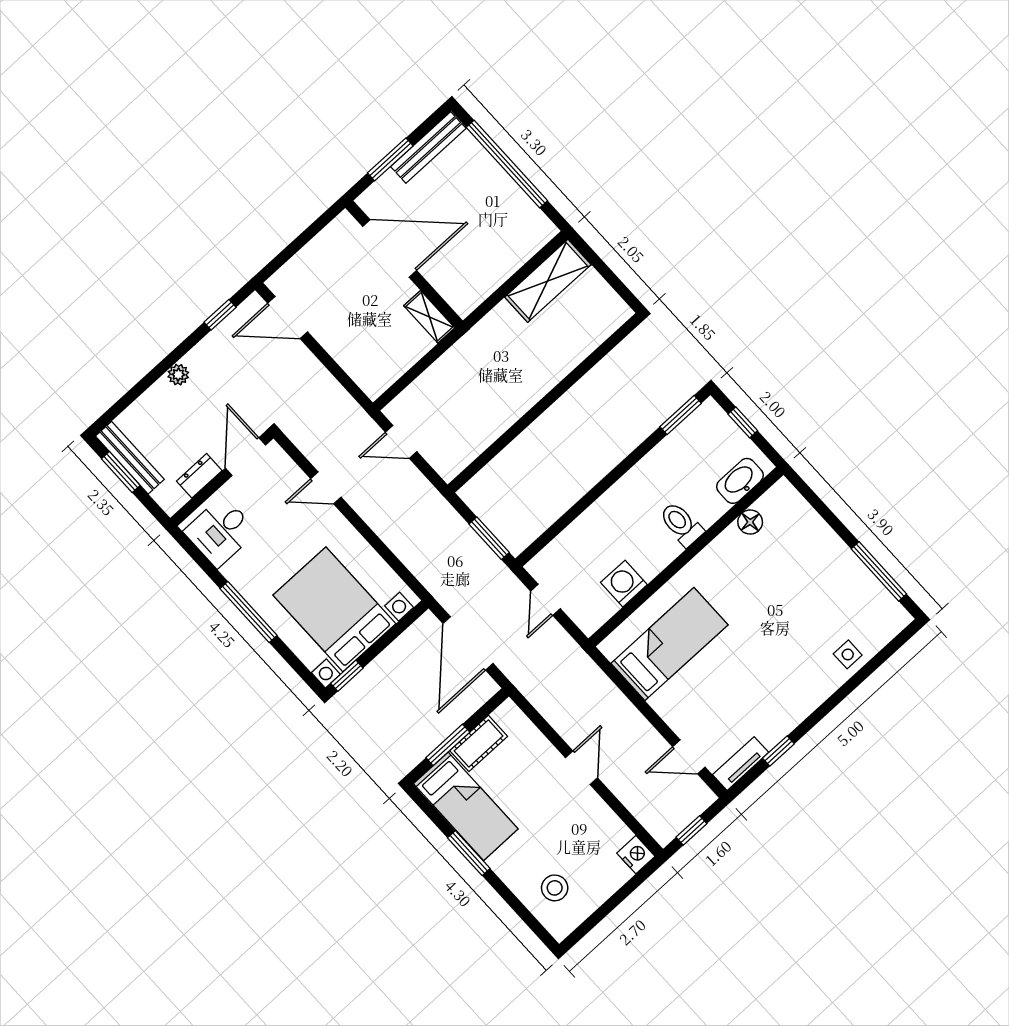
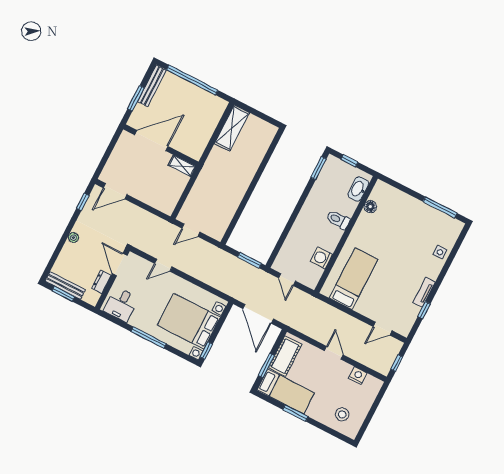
cot: (479, 743) -> (285, 356), width x1.37, depth x1.34
tv unit: (741, 764) -> (424, 292), moved
nightstand: (636, 855) -> (358, 376), moved

